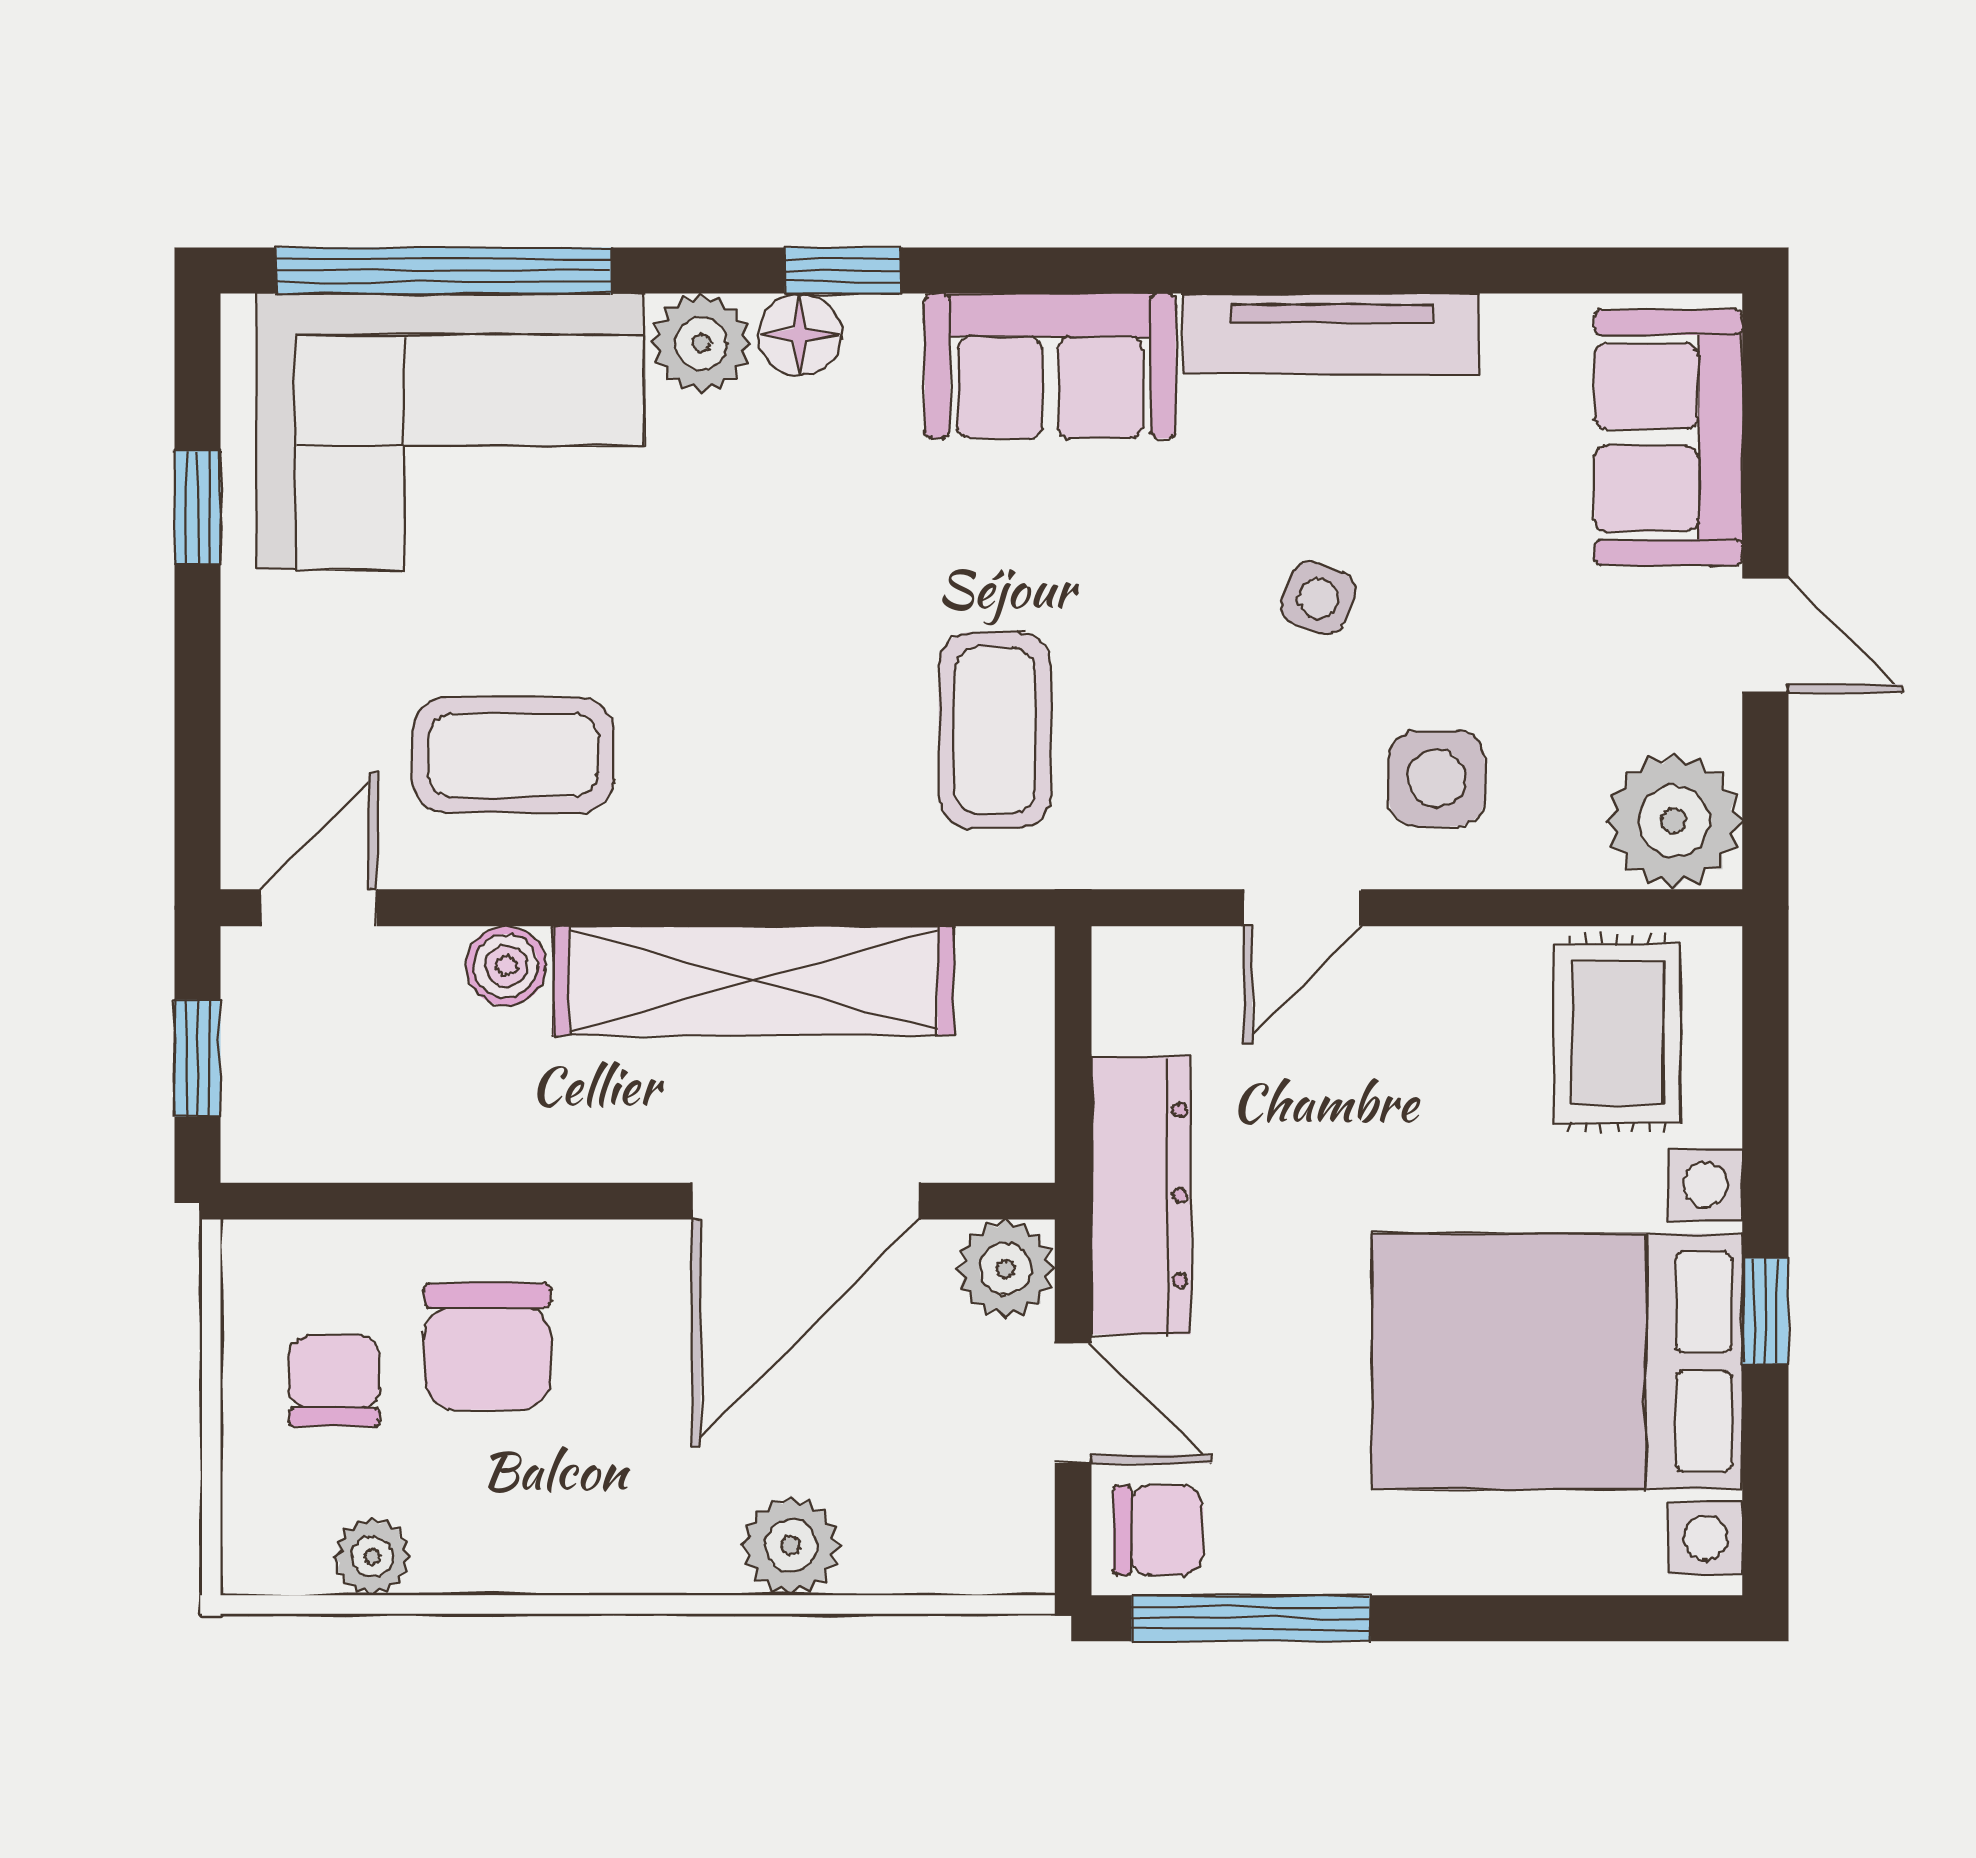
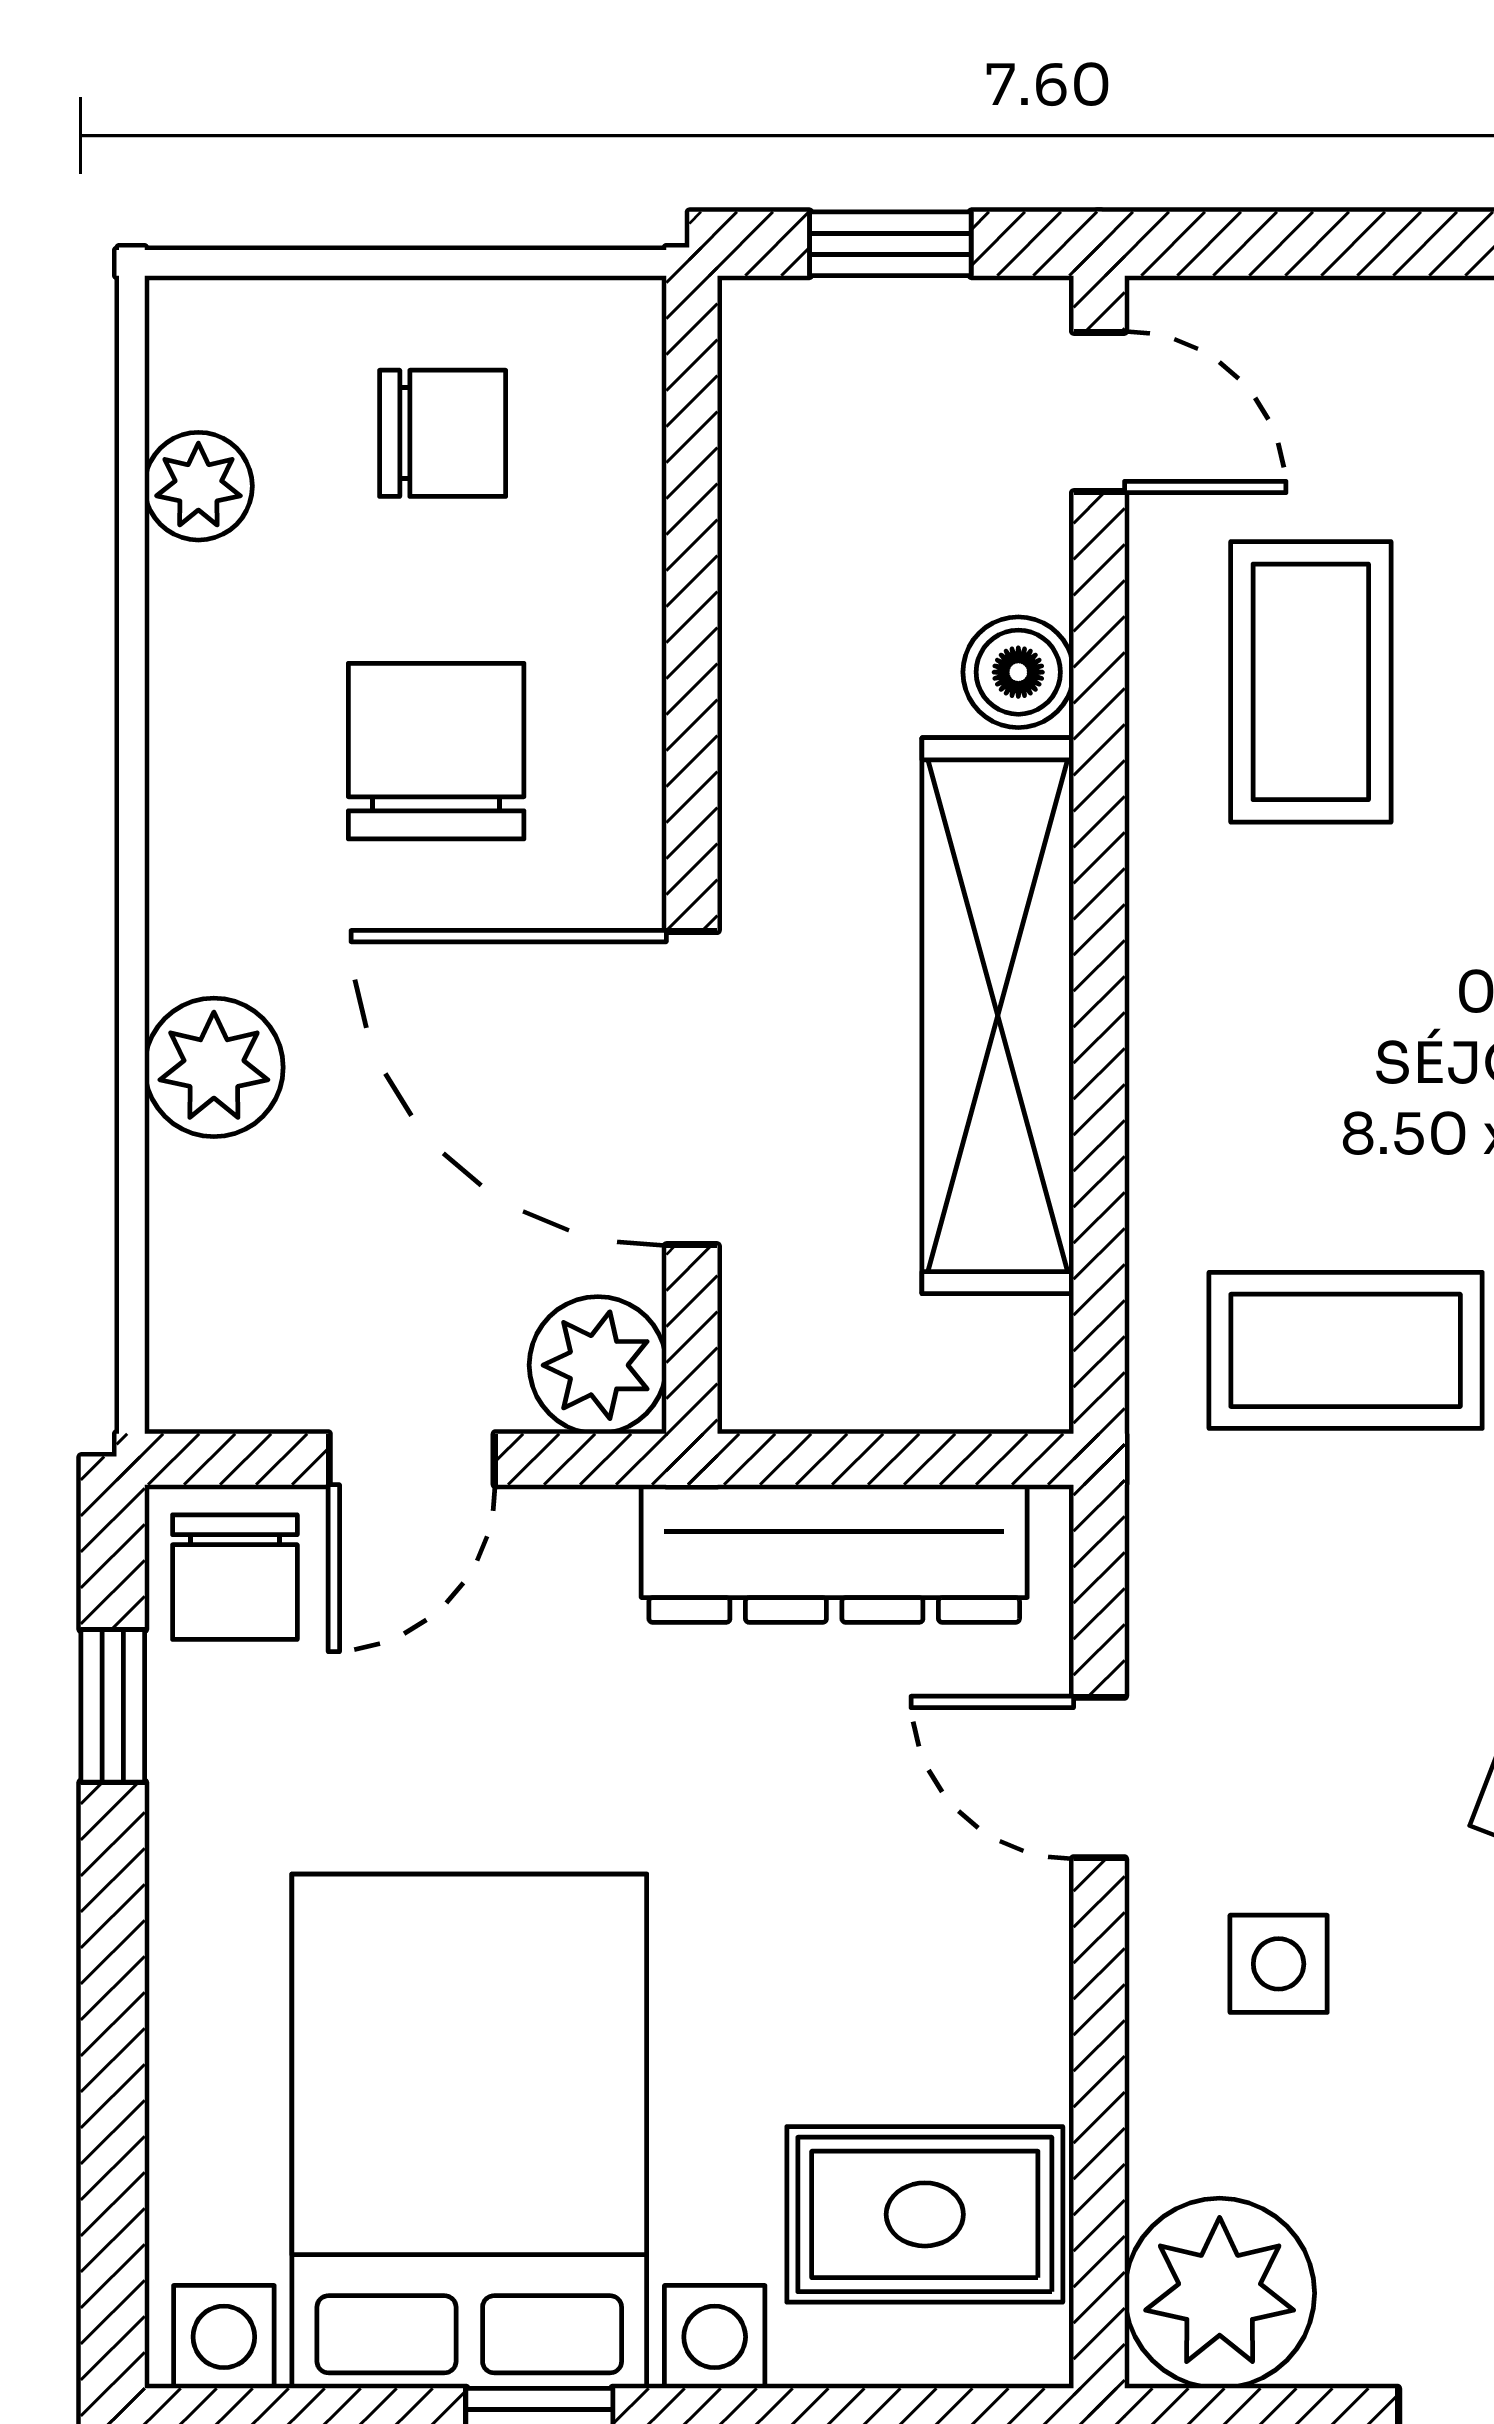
side table: (1437, 778) -> (1279, 1964), width x0.73, depth x0.73
dresser: (1141, 1195) -> (834, 1554), moved
chair: (488, 1346) -> (436, 751), moved, turned 90
window: (1251, 1618) -> (113, 1706), width x0.46

